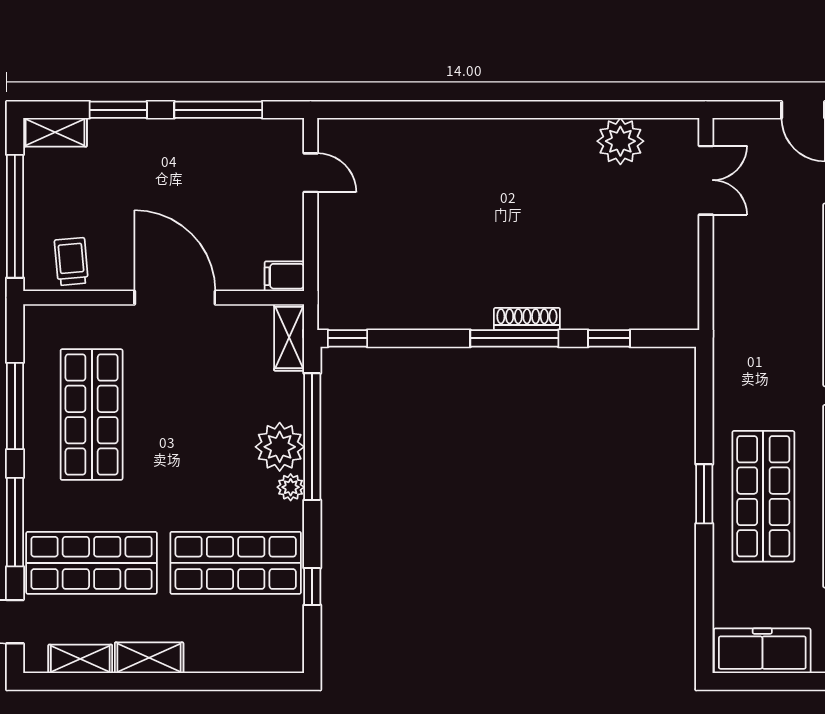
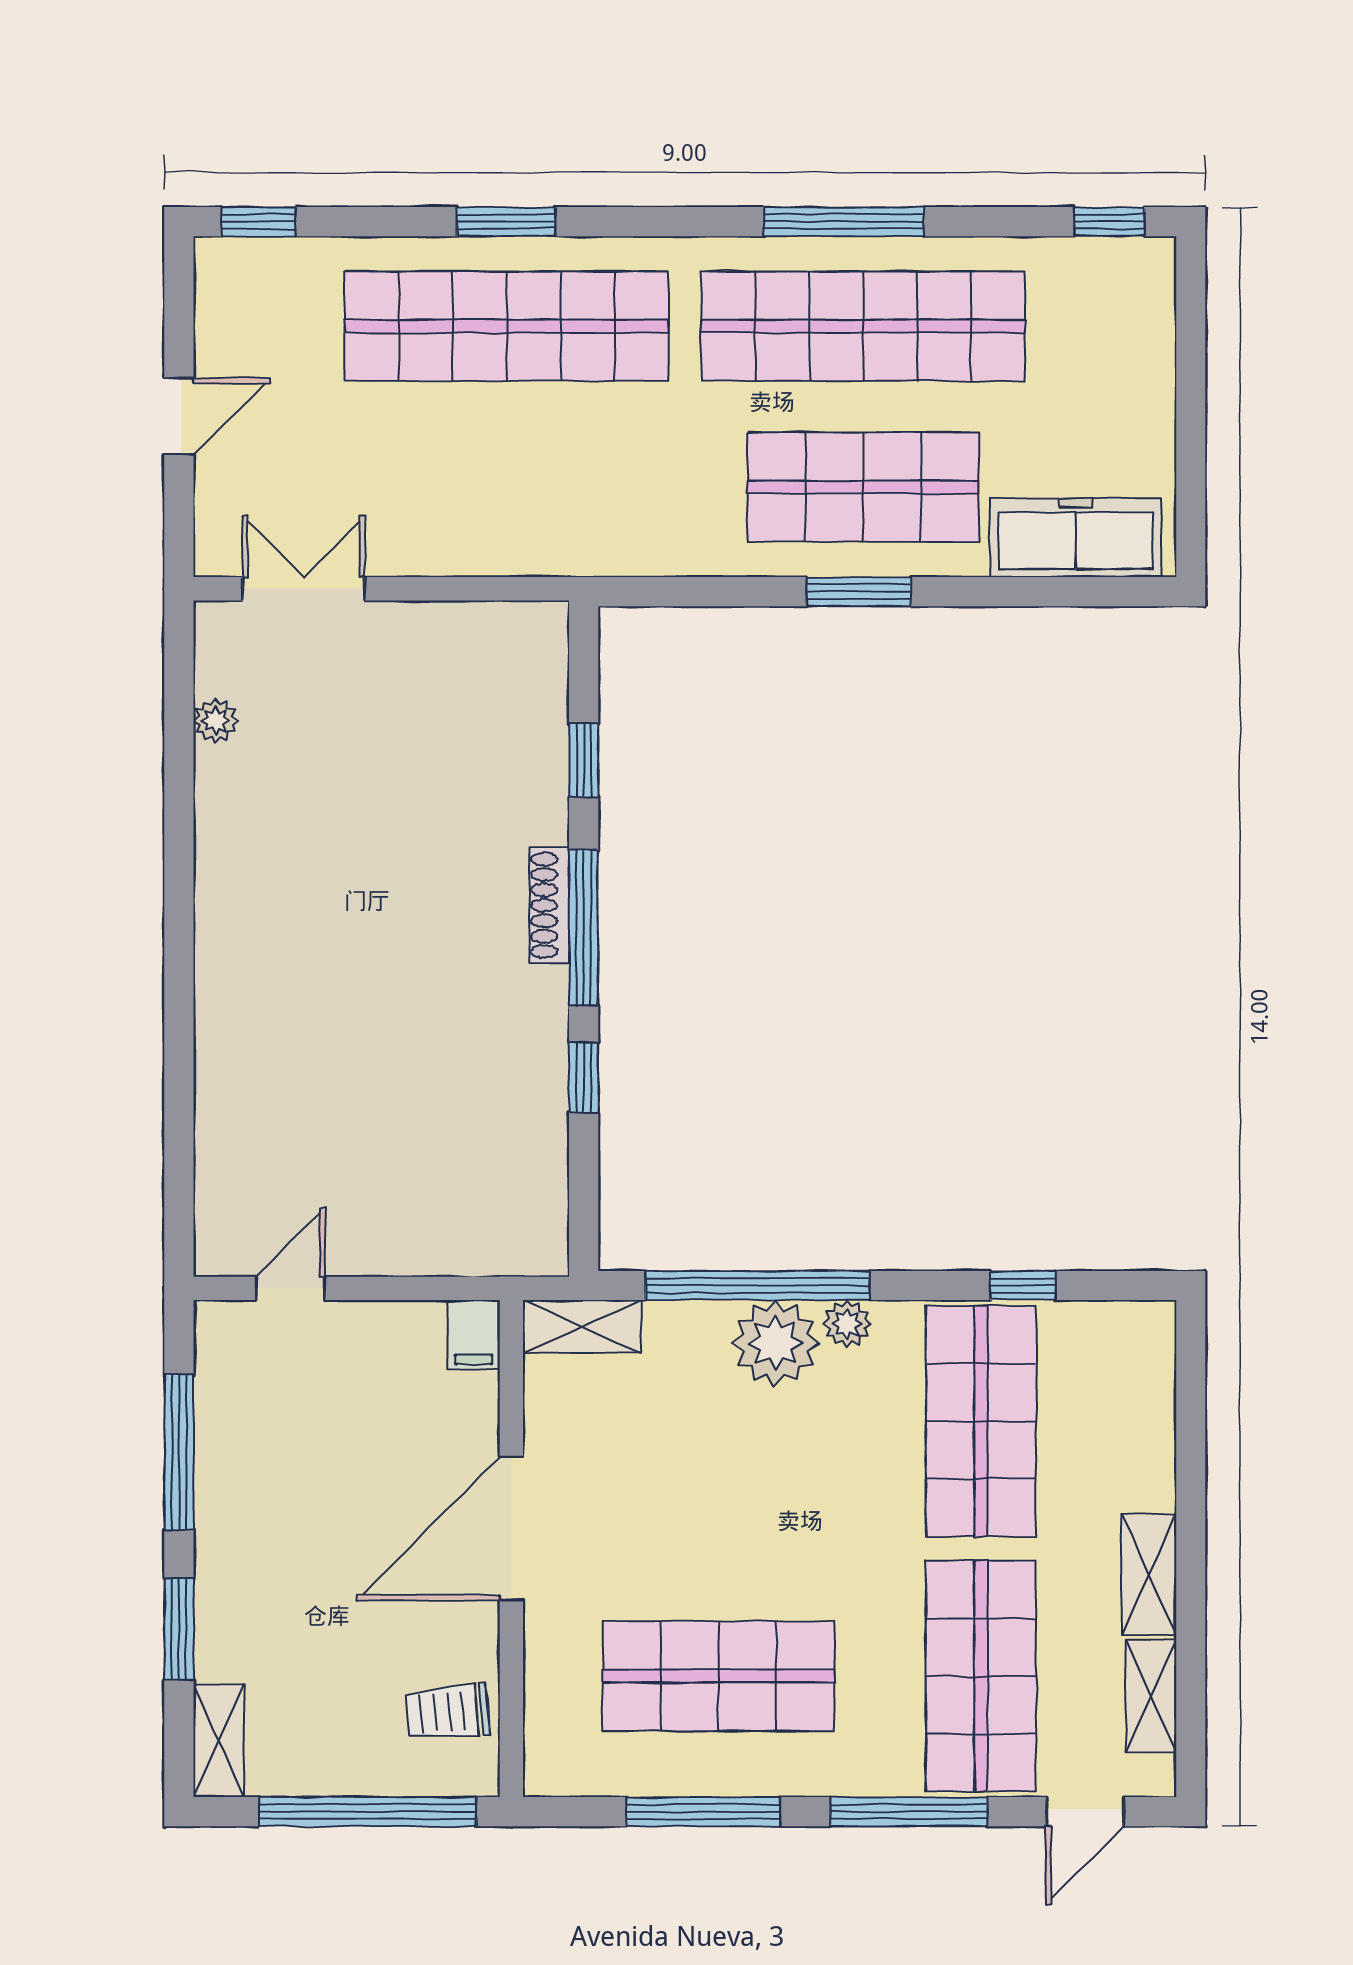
plant: (620, 141) -> (215, 721), width x0.53, depth x0.53
window: (348, 338) -> (584, 1078), moved
freezer: (762, 651) -> (1075, 538), moved, turned 90

